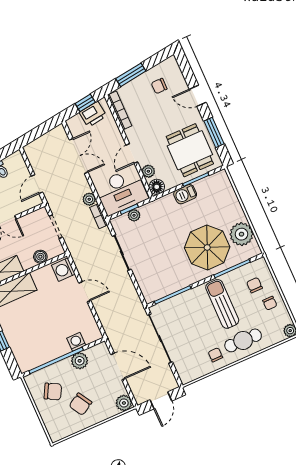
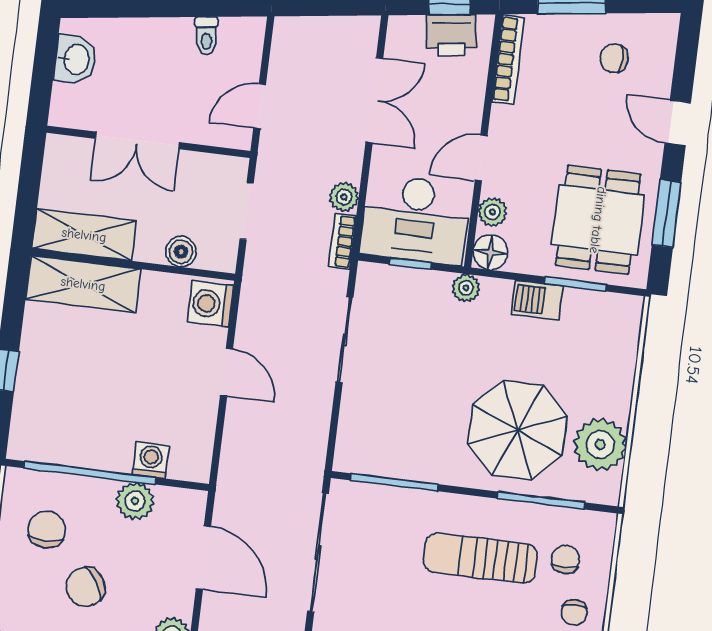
plant: (134, 215) -> (466, 288), moved
sun lounger: (222, 304) -> (480, 558), turned -90
chair: (53, 391) -> (47, 529), turned -118

